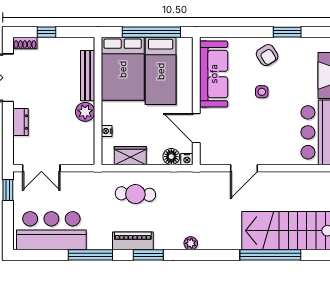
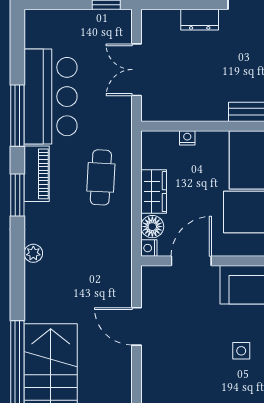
plant: (85, 112) -> (214, 108), removed
wardrobe: (130, 156) -> (154, 192), moved
double door: (41, 168) -> (137, 70), moved
bar counter: (51, 231) -> (51, 97), moved

